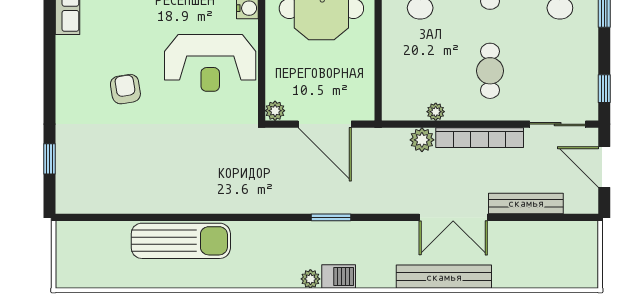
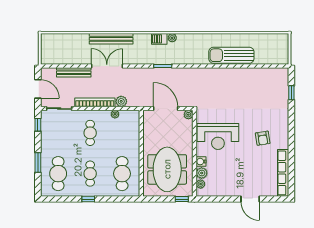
reception desk: (210, 63) -> (218, 137), turned 180
armchair: (125, 89) -> (263, 138), moved

